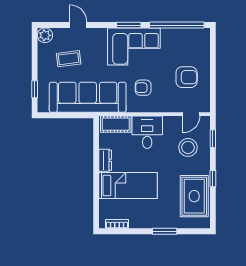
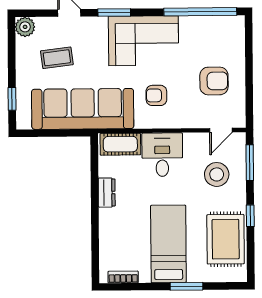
window: (129, 25) -> (114, 12), moved
window: (213, 139) -> (250, 163), width x1.50
bed: (128, 186) -> (168, 244), moved, turned -90

